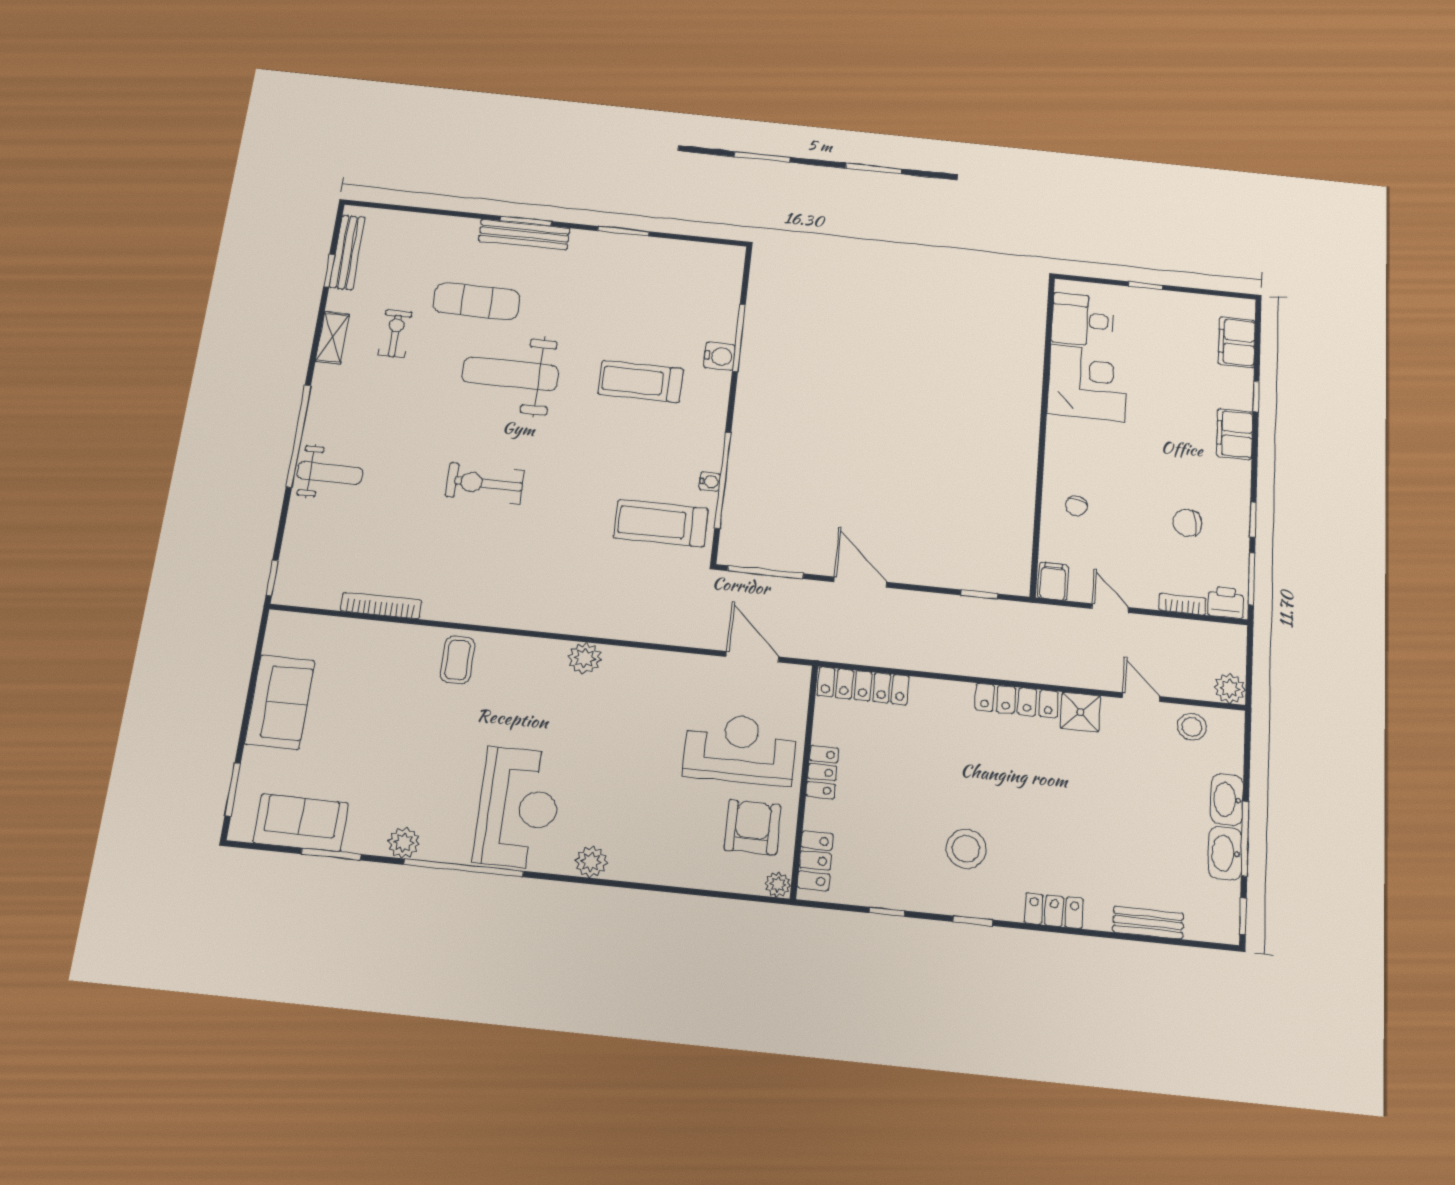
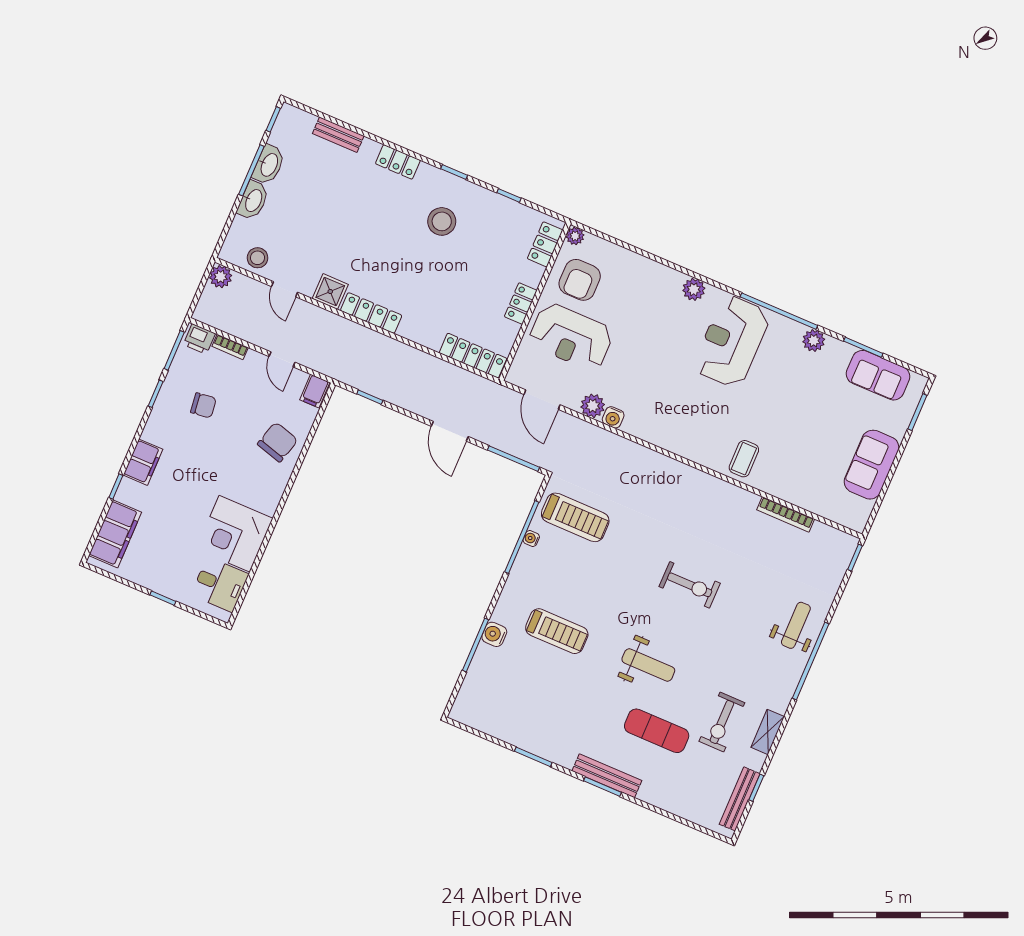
exercise bike: (395, 333) -> (722, 722), width x1.38, depth x1.39
filing cabinet: (1237, 342) -> (115, 534), width x1.50, depth x1.17
weight bench: (510, 374) -> (648, 665), width x0.73, depth x0.75
weight bench: (330, 473) -> (796, 625), turned 90
chair: (1076, 506) -> (278, 442), width x1.87, depth x1.87
plant: (585, 658) -> (593, 406), moved
water cooler: (650, 662) -> (613, 417), added

